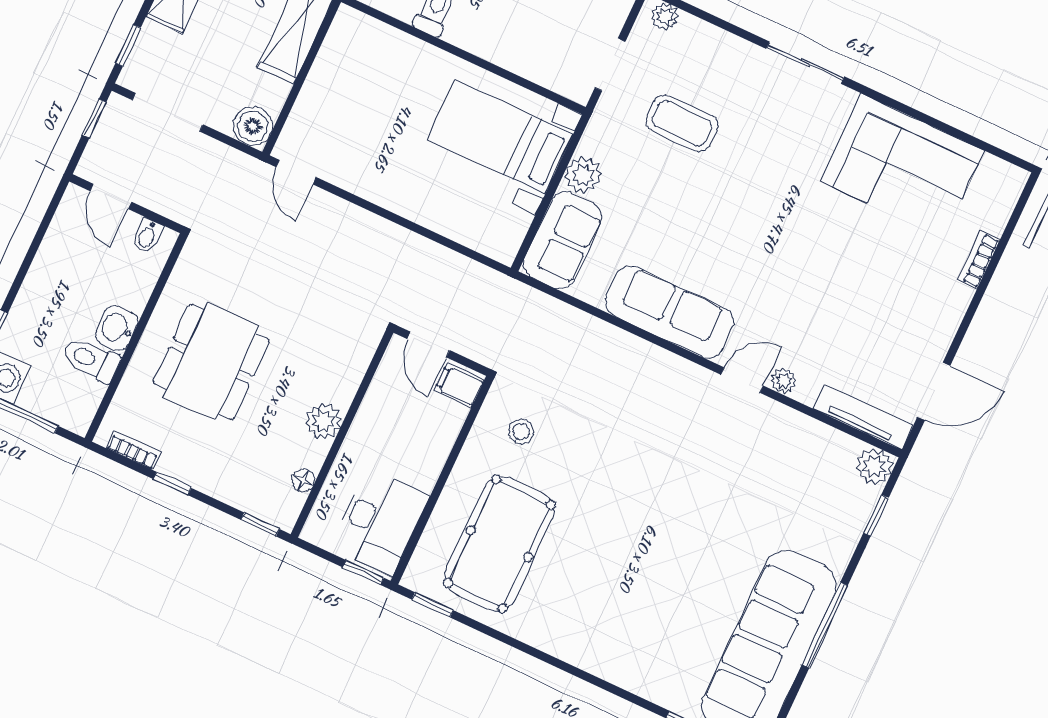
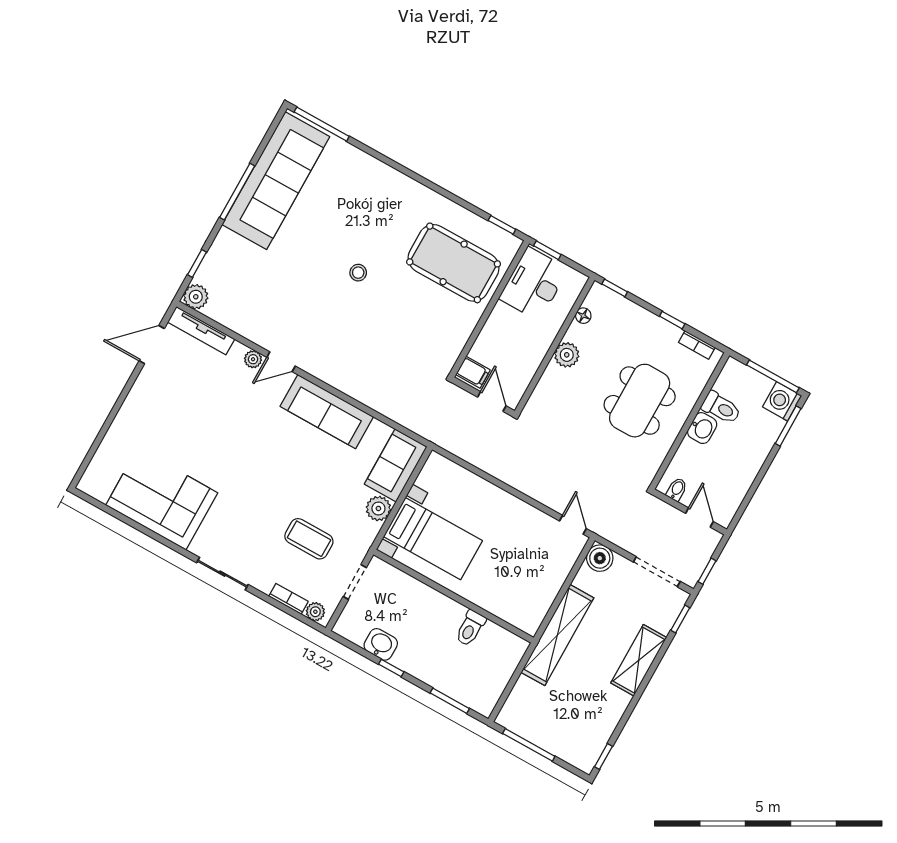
bookcase: (979, 260) -> (288, 599), moved, turned -90
stool: (521, 432) -> (358, 273), moved
pool table: (499, 544) -> (454, 263), turned 90

